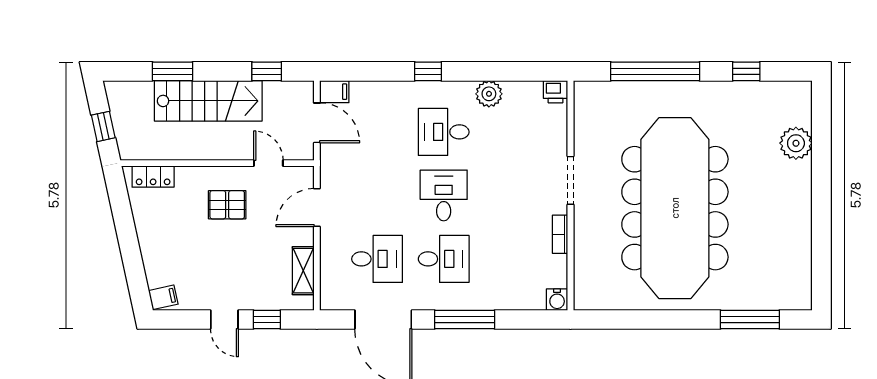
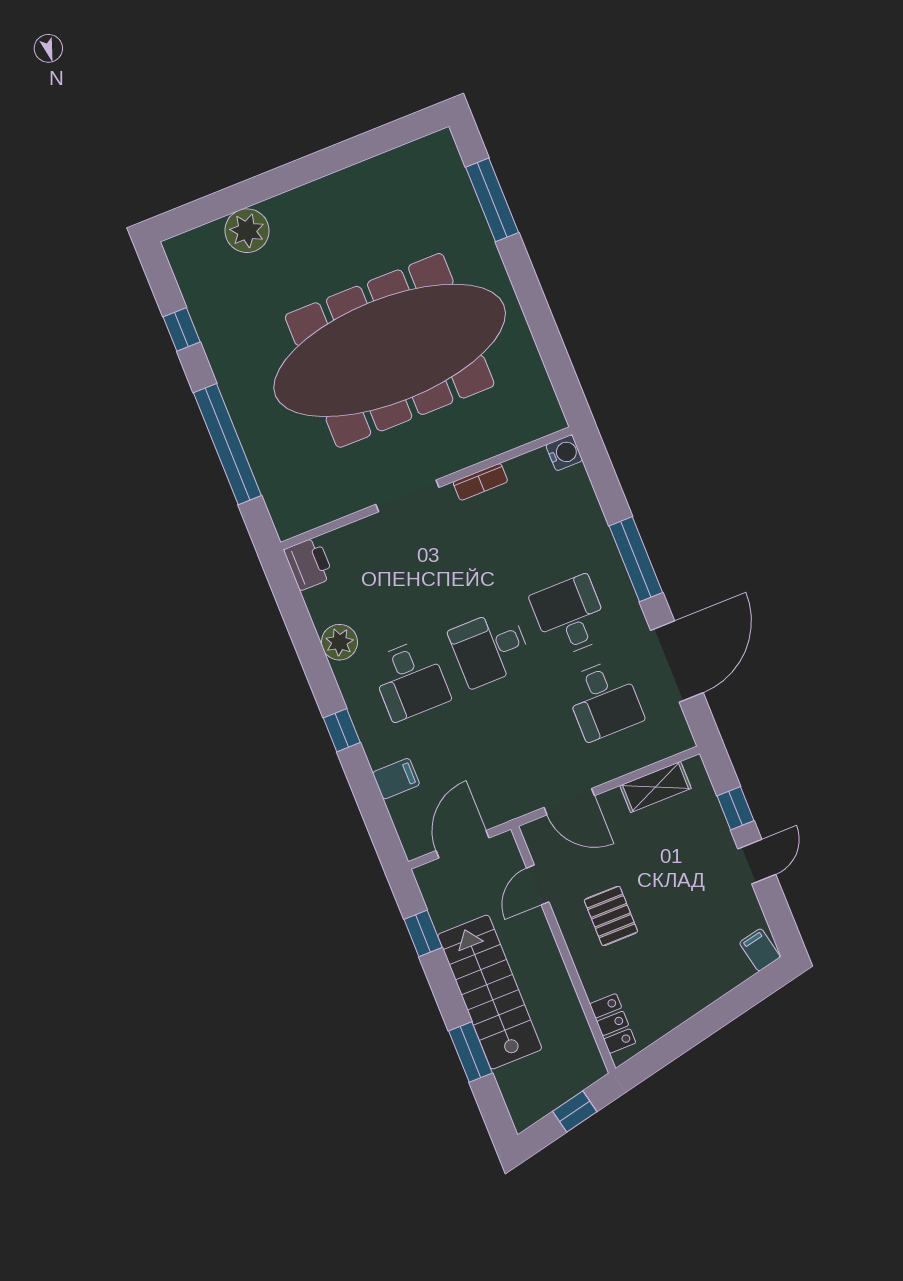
filing cabinet: (334, 92) -> (396, 779), moved, turned 90
printer: (556, 92) -> (309, 564), width x1.36, depth x1.24
desk: (377, 259) -> (604, 700), turned 180

